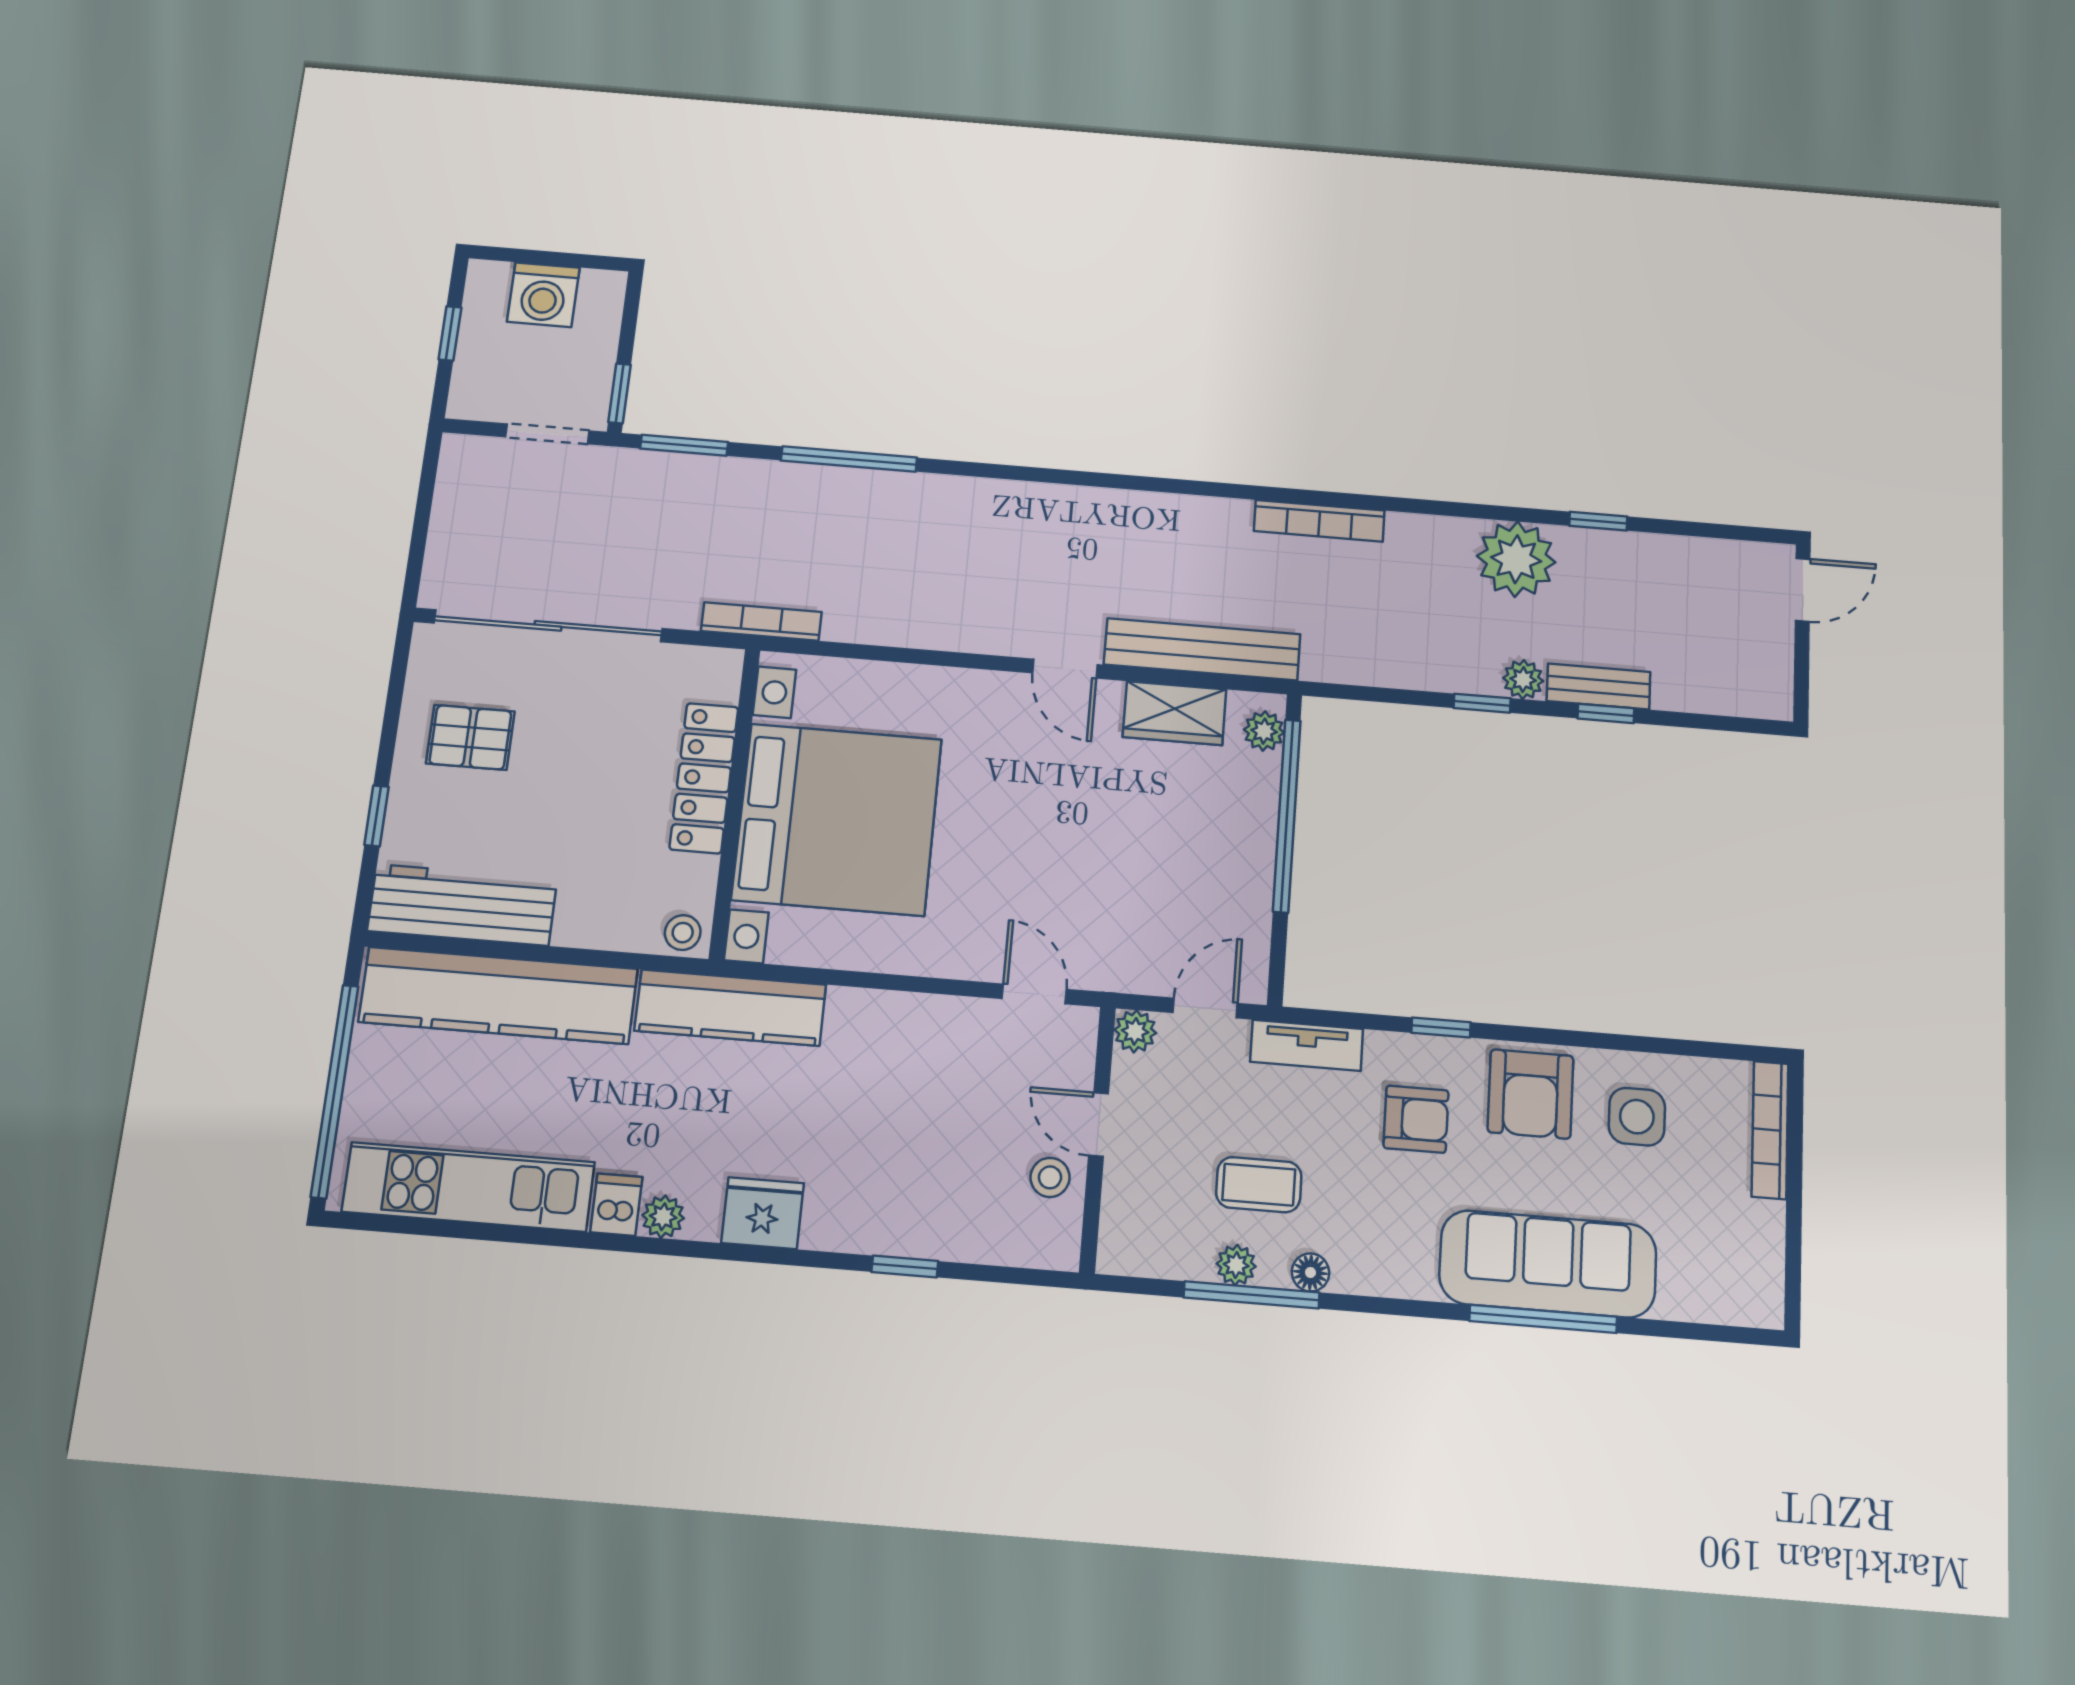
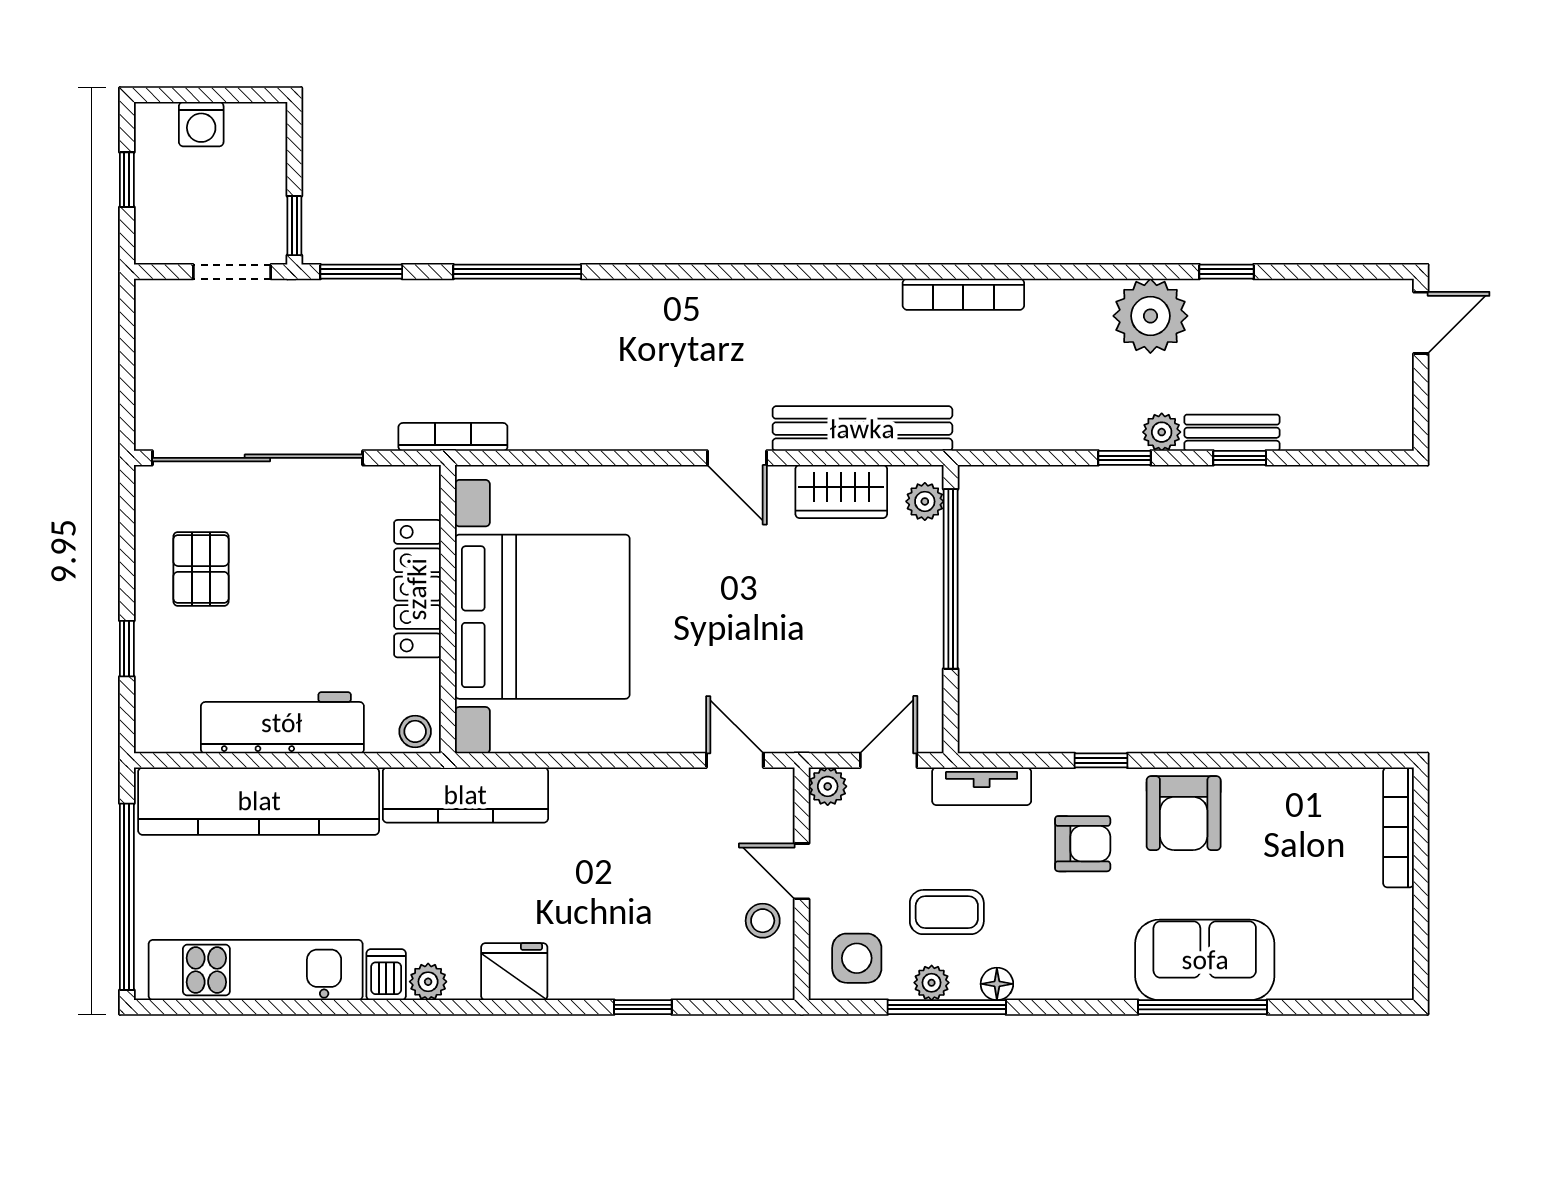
washing machine: (543, 295) -> (201, 124), width x0.73, depth x0.73
pallet: (470, 737) -> (201, 569), turned 90
workbench: (462, 905) -> (282, 723), moved
side table: (1637, 1117) -> (857, 958), moved
sofa: (1548, 1264) -> (1205, 960), width x0.73

